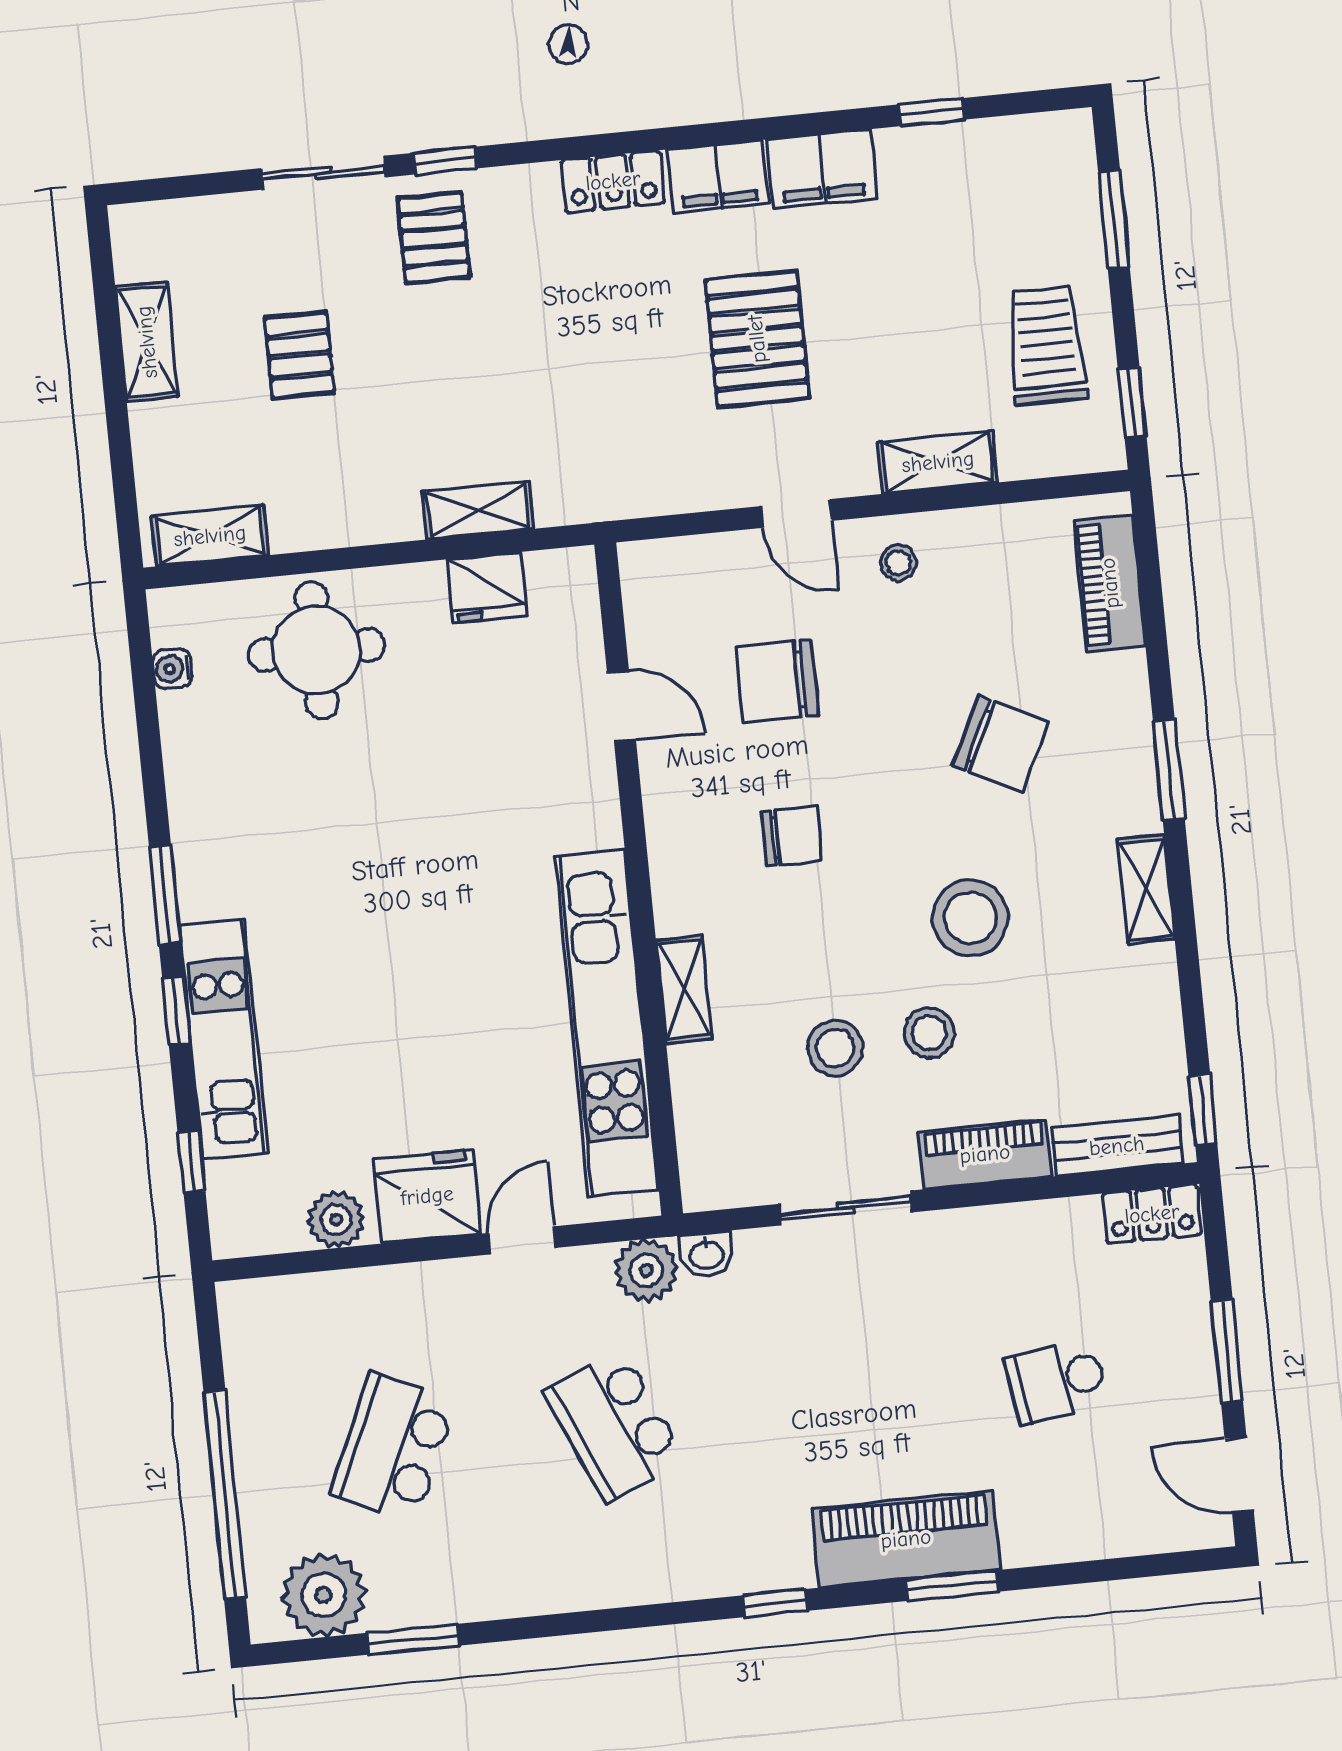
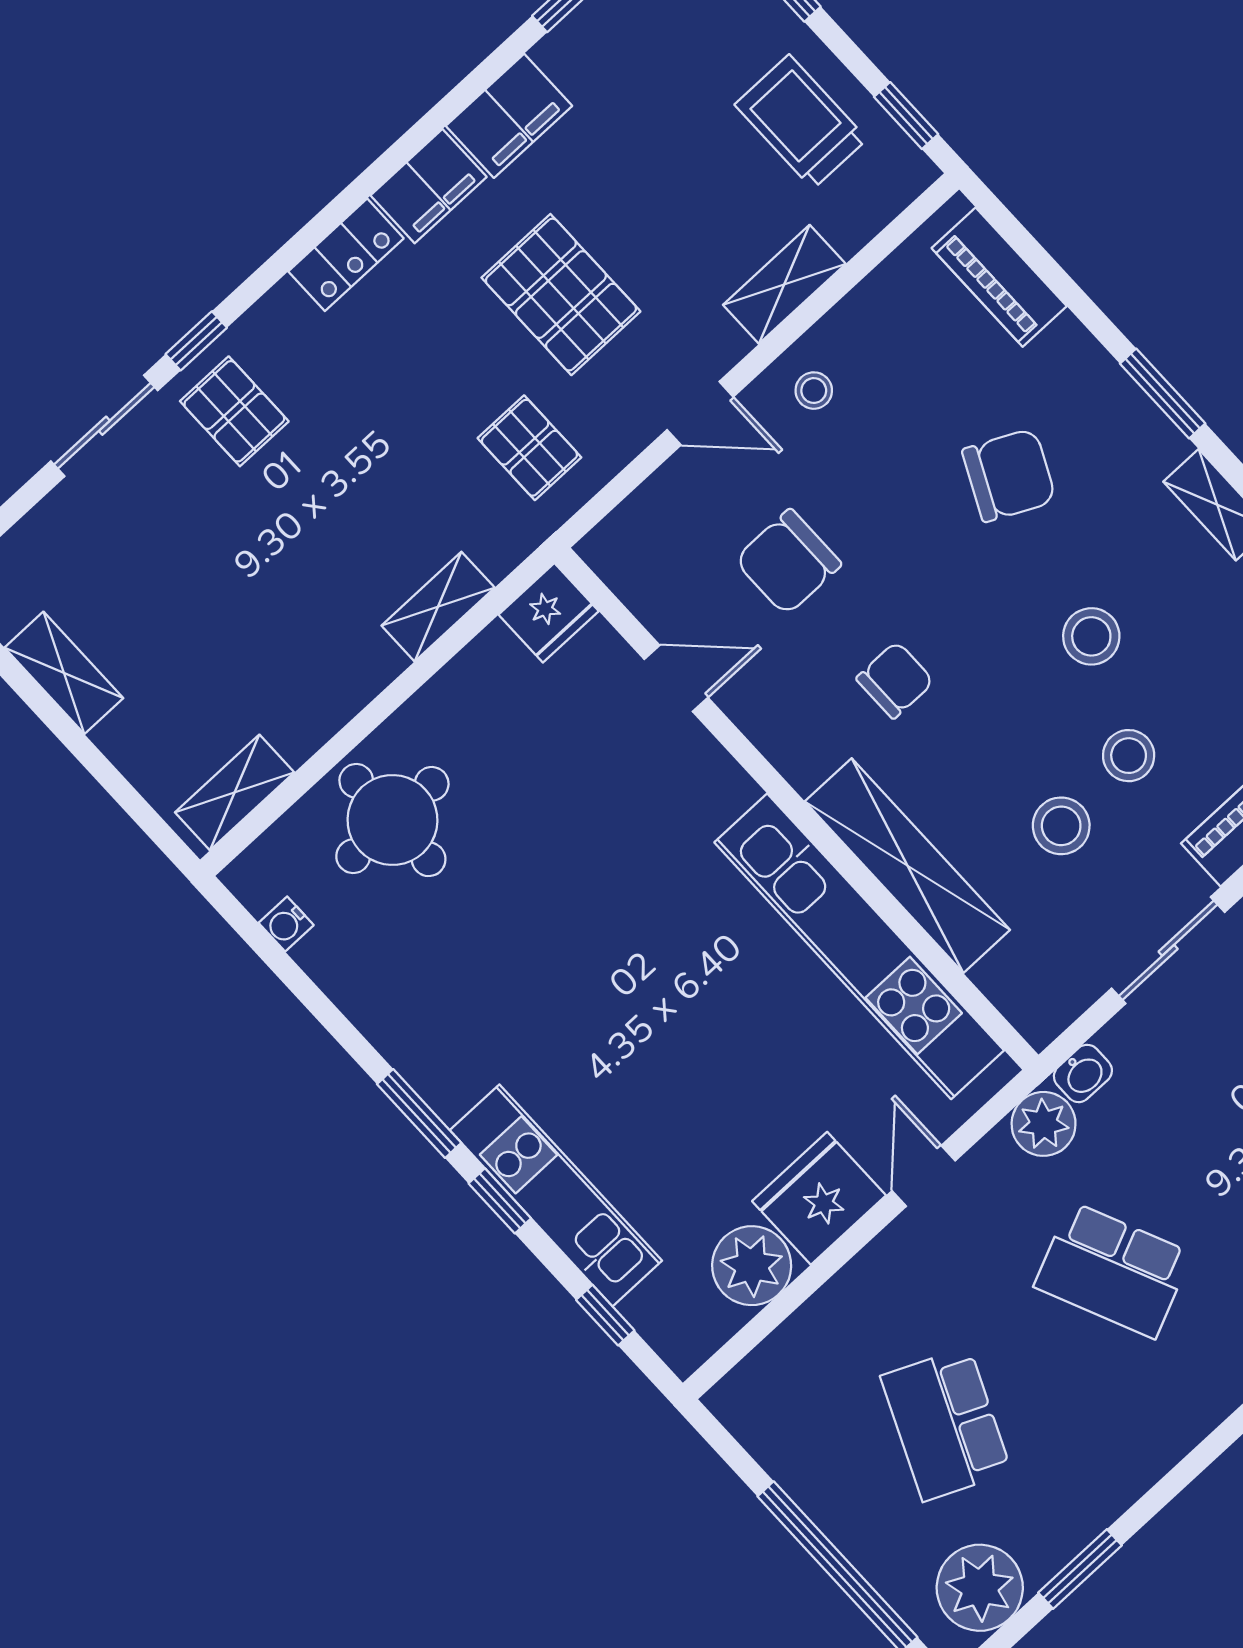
pallet: (299, 355) -> (529, 448), moved
fridge: (487, 588) -> (549, 613), moved
stool: (970, 918) -> (1091, 636), width x0.73, depth x0.73
shelving: (684, 989) -> (907, 866), width x2.20, depth x1.33
plant: (336, 1220) -> (752, 1266), width x1.36, depth x1.36

